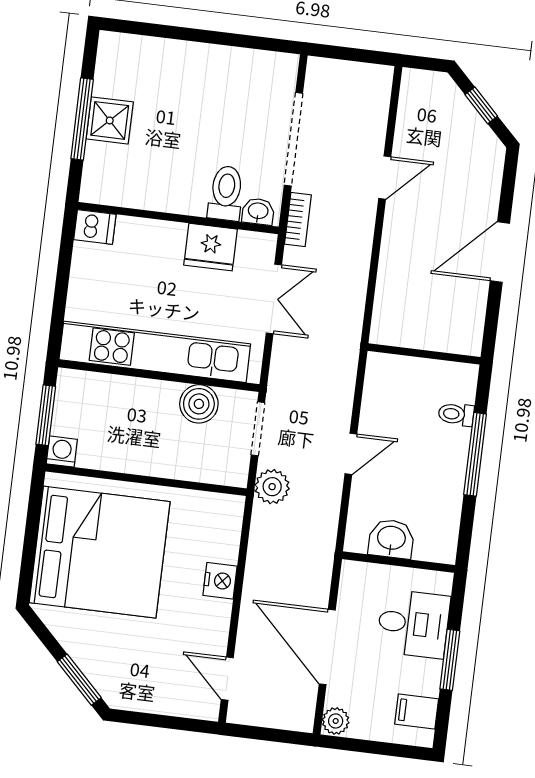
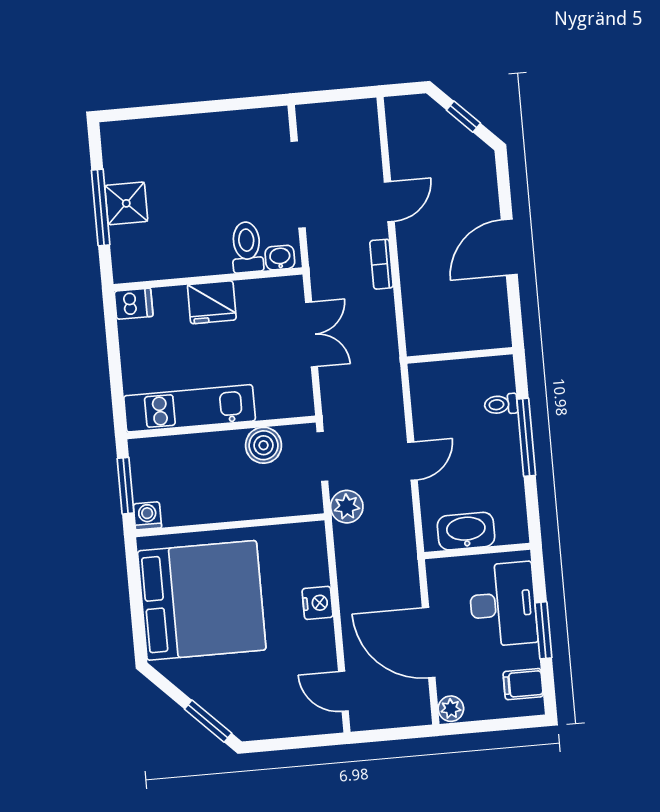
bookcase: (298, 220) -> (381, 264), moved, turned 180
fridge: (211, 247) -> (212, 302), moved
kitchen unit: (155, 352) -> (190, 408), width x0.73
washbasin: (391, 539) -> (466, 531), width x1.38
desk: (413, 624) -> (503, 604), width x1.37

